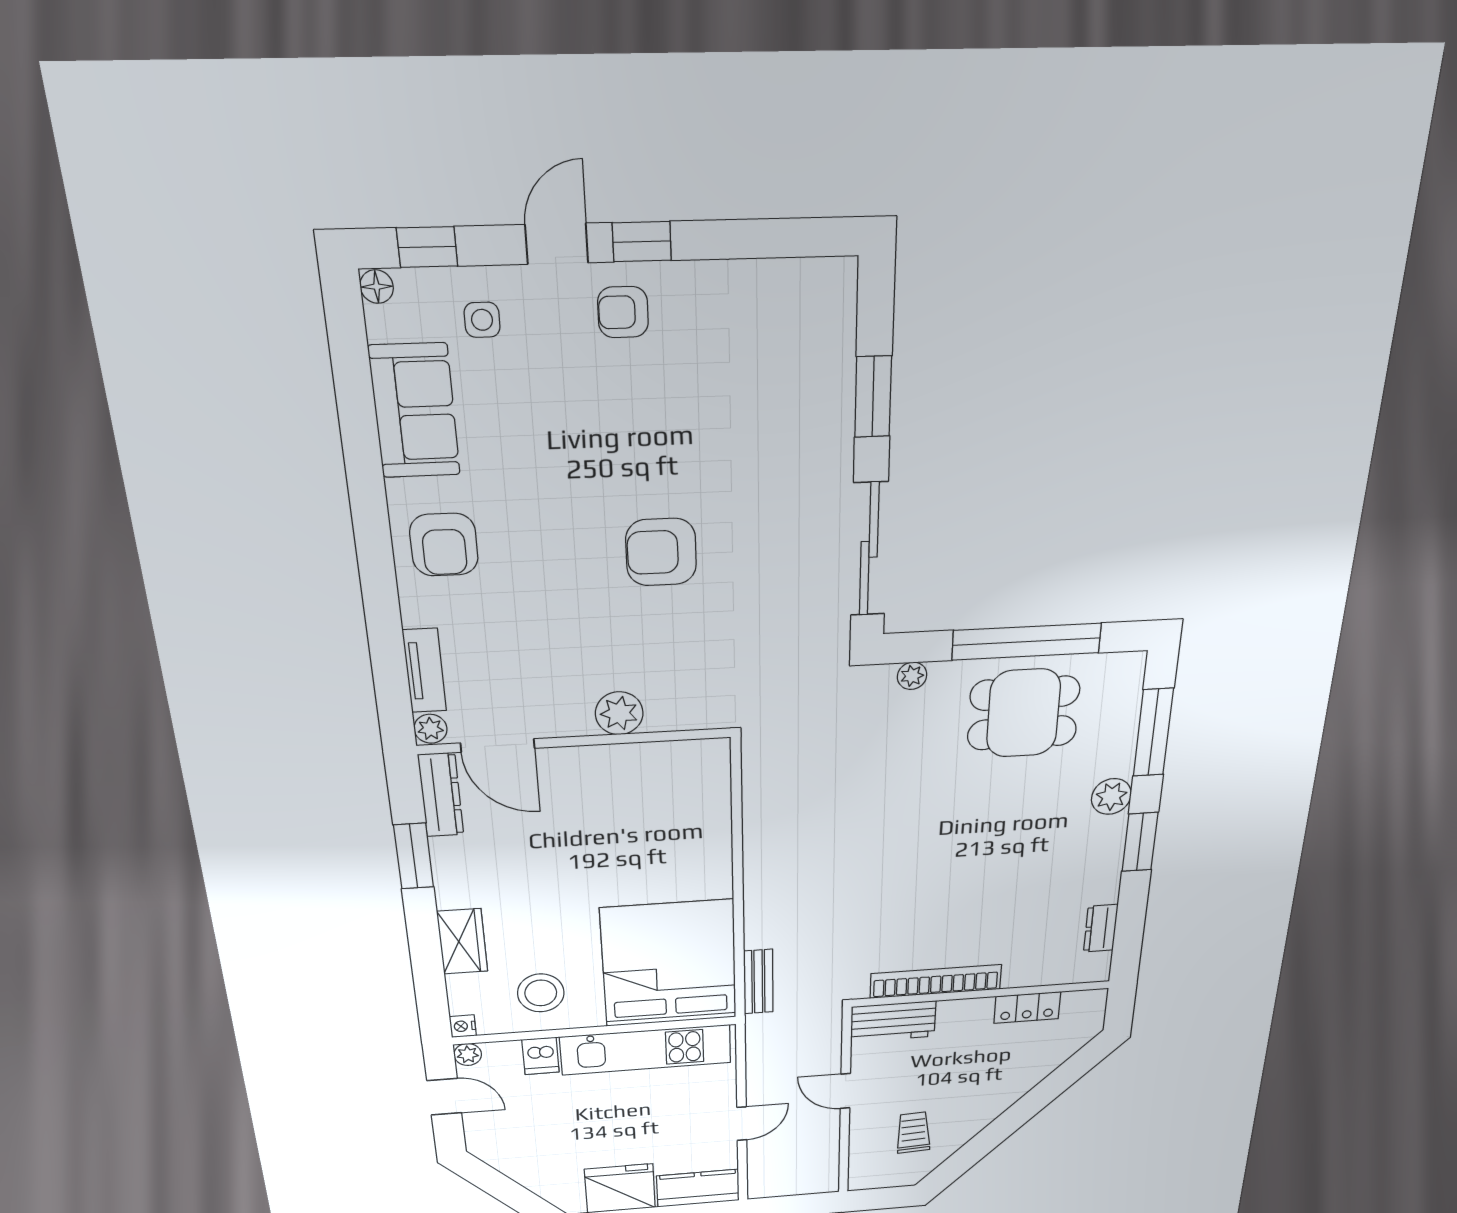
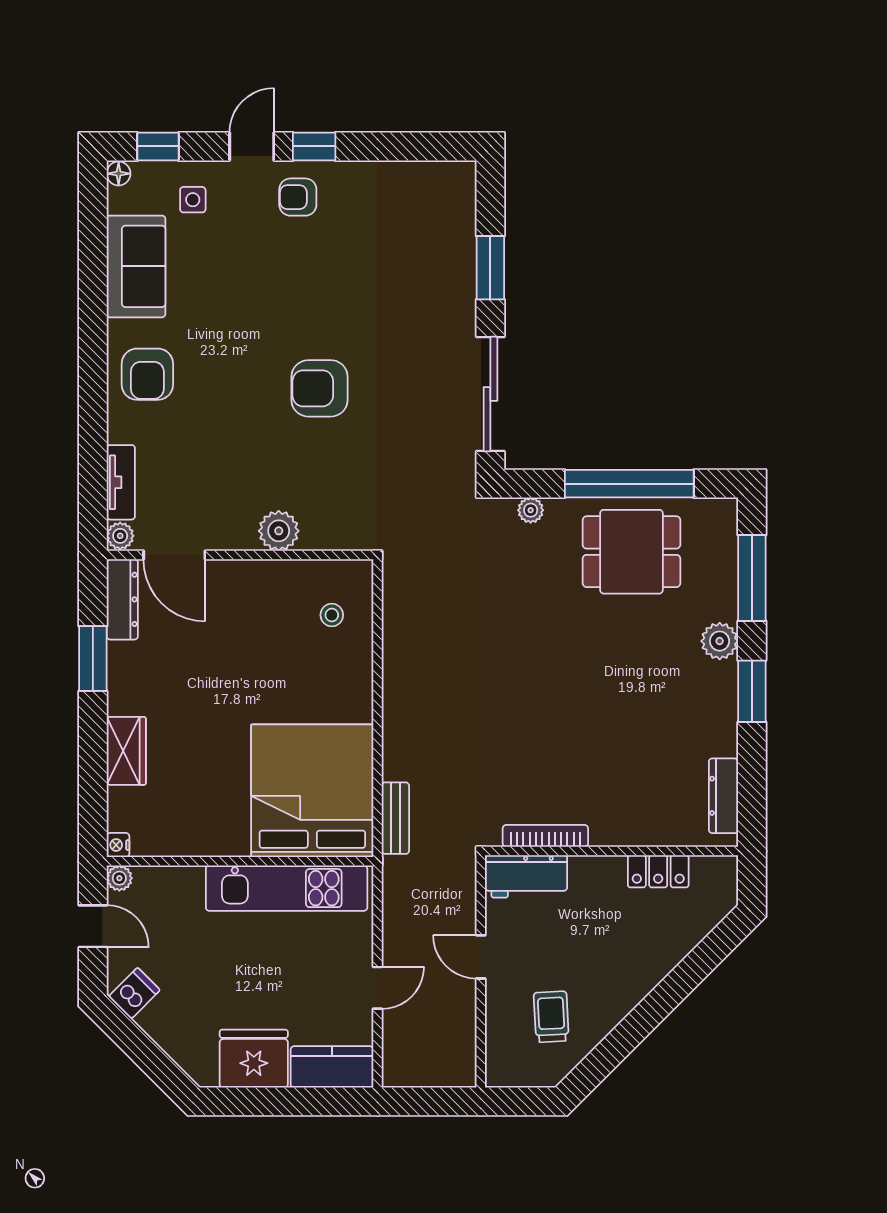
dresser: (1101, 928) -> (723, 796), width x1.44
bookcase: (936, 981) -> (545, 836), width x0.68, depth x0.76
stool: (541, 993) -> (332, 615), moved, width x0.53, depth x0.53
dishwasher: (541, 1056) -> (134, 993), moved, turned -135

